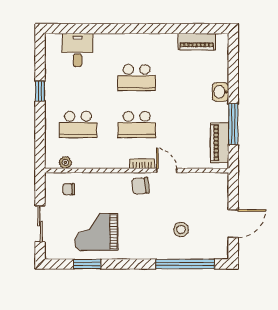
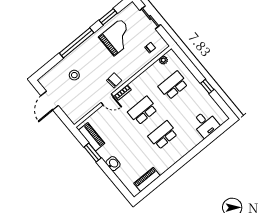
window: (233, 124) -> (93, 152), width x0.69
window: (185, 264) -> (77, 43), moved

